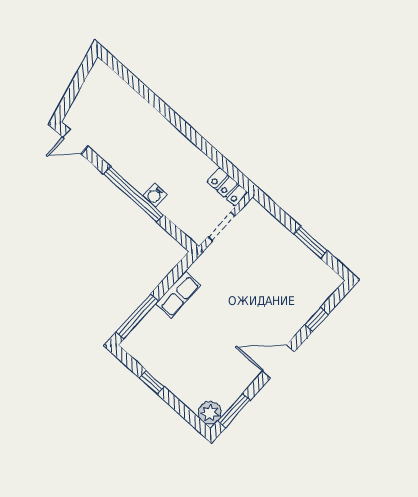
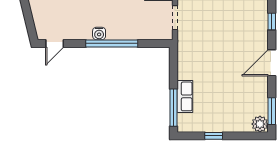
water cooler: (155, 195) -> (99, 33), moved
row of seats: (178, 295) -> (185, 96), moved

